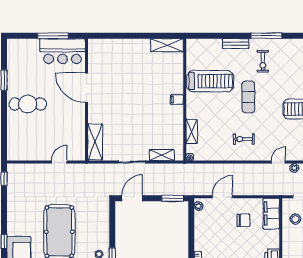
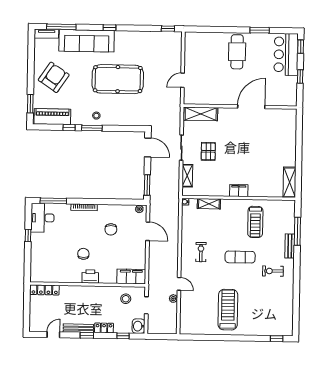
window: (21, 36) -> (301, 47), added
window: (53, 36) -> (300, 76), width x0.46
window: (266, 36) -> (297, 231), moved
bar counter: (62, 51) -> (286, 54), moved
treadmill: (210, 81) -> (255, 222), width x0.73, depth x0.73
filing cabinet: (177, 100) -> (239, 191), width x2.00
pallet: (135, 133) -> (208, 151), added
door: (59, 162) -> (183, 80), swing flipped
chair: (243, 220) -> (111, 229), moved

